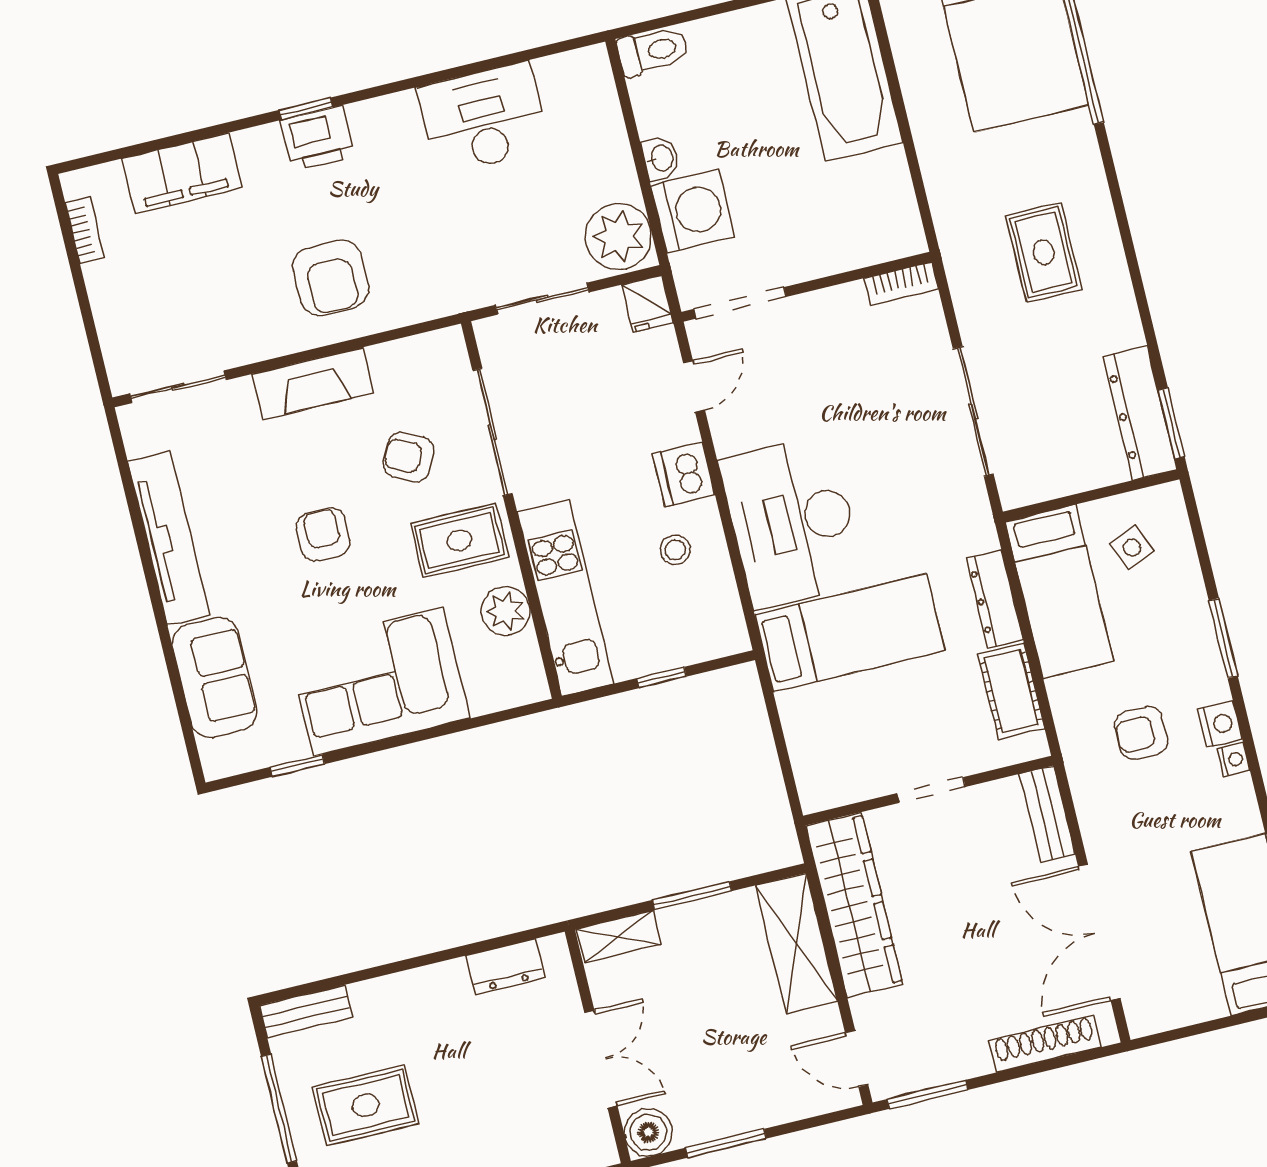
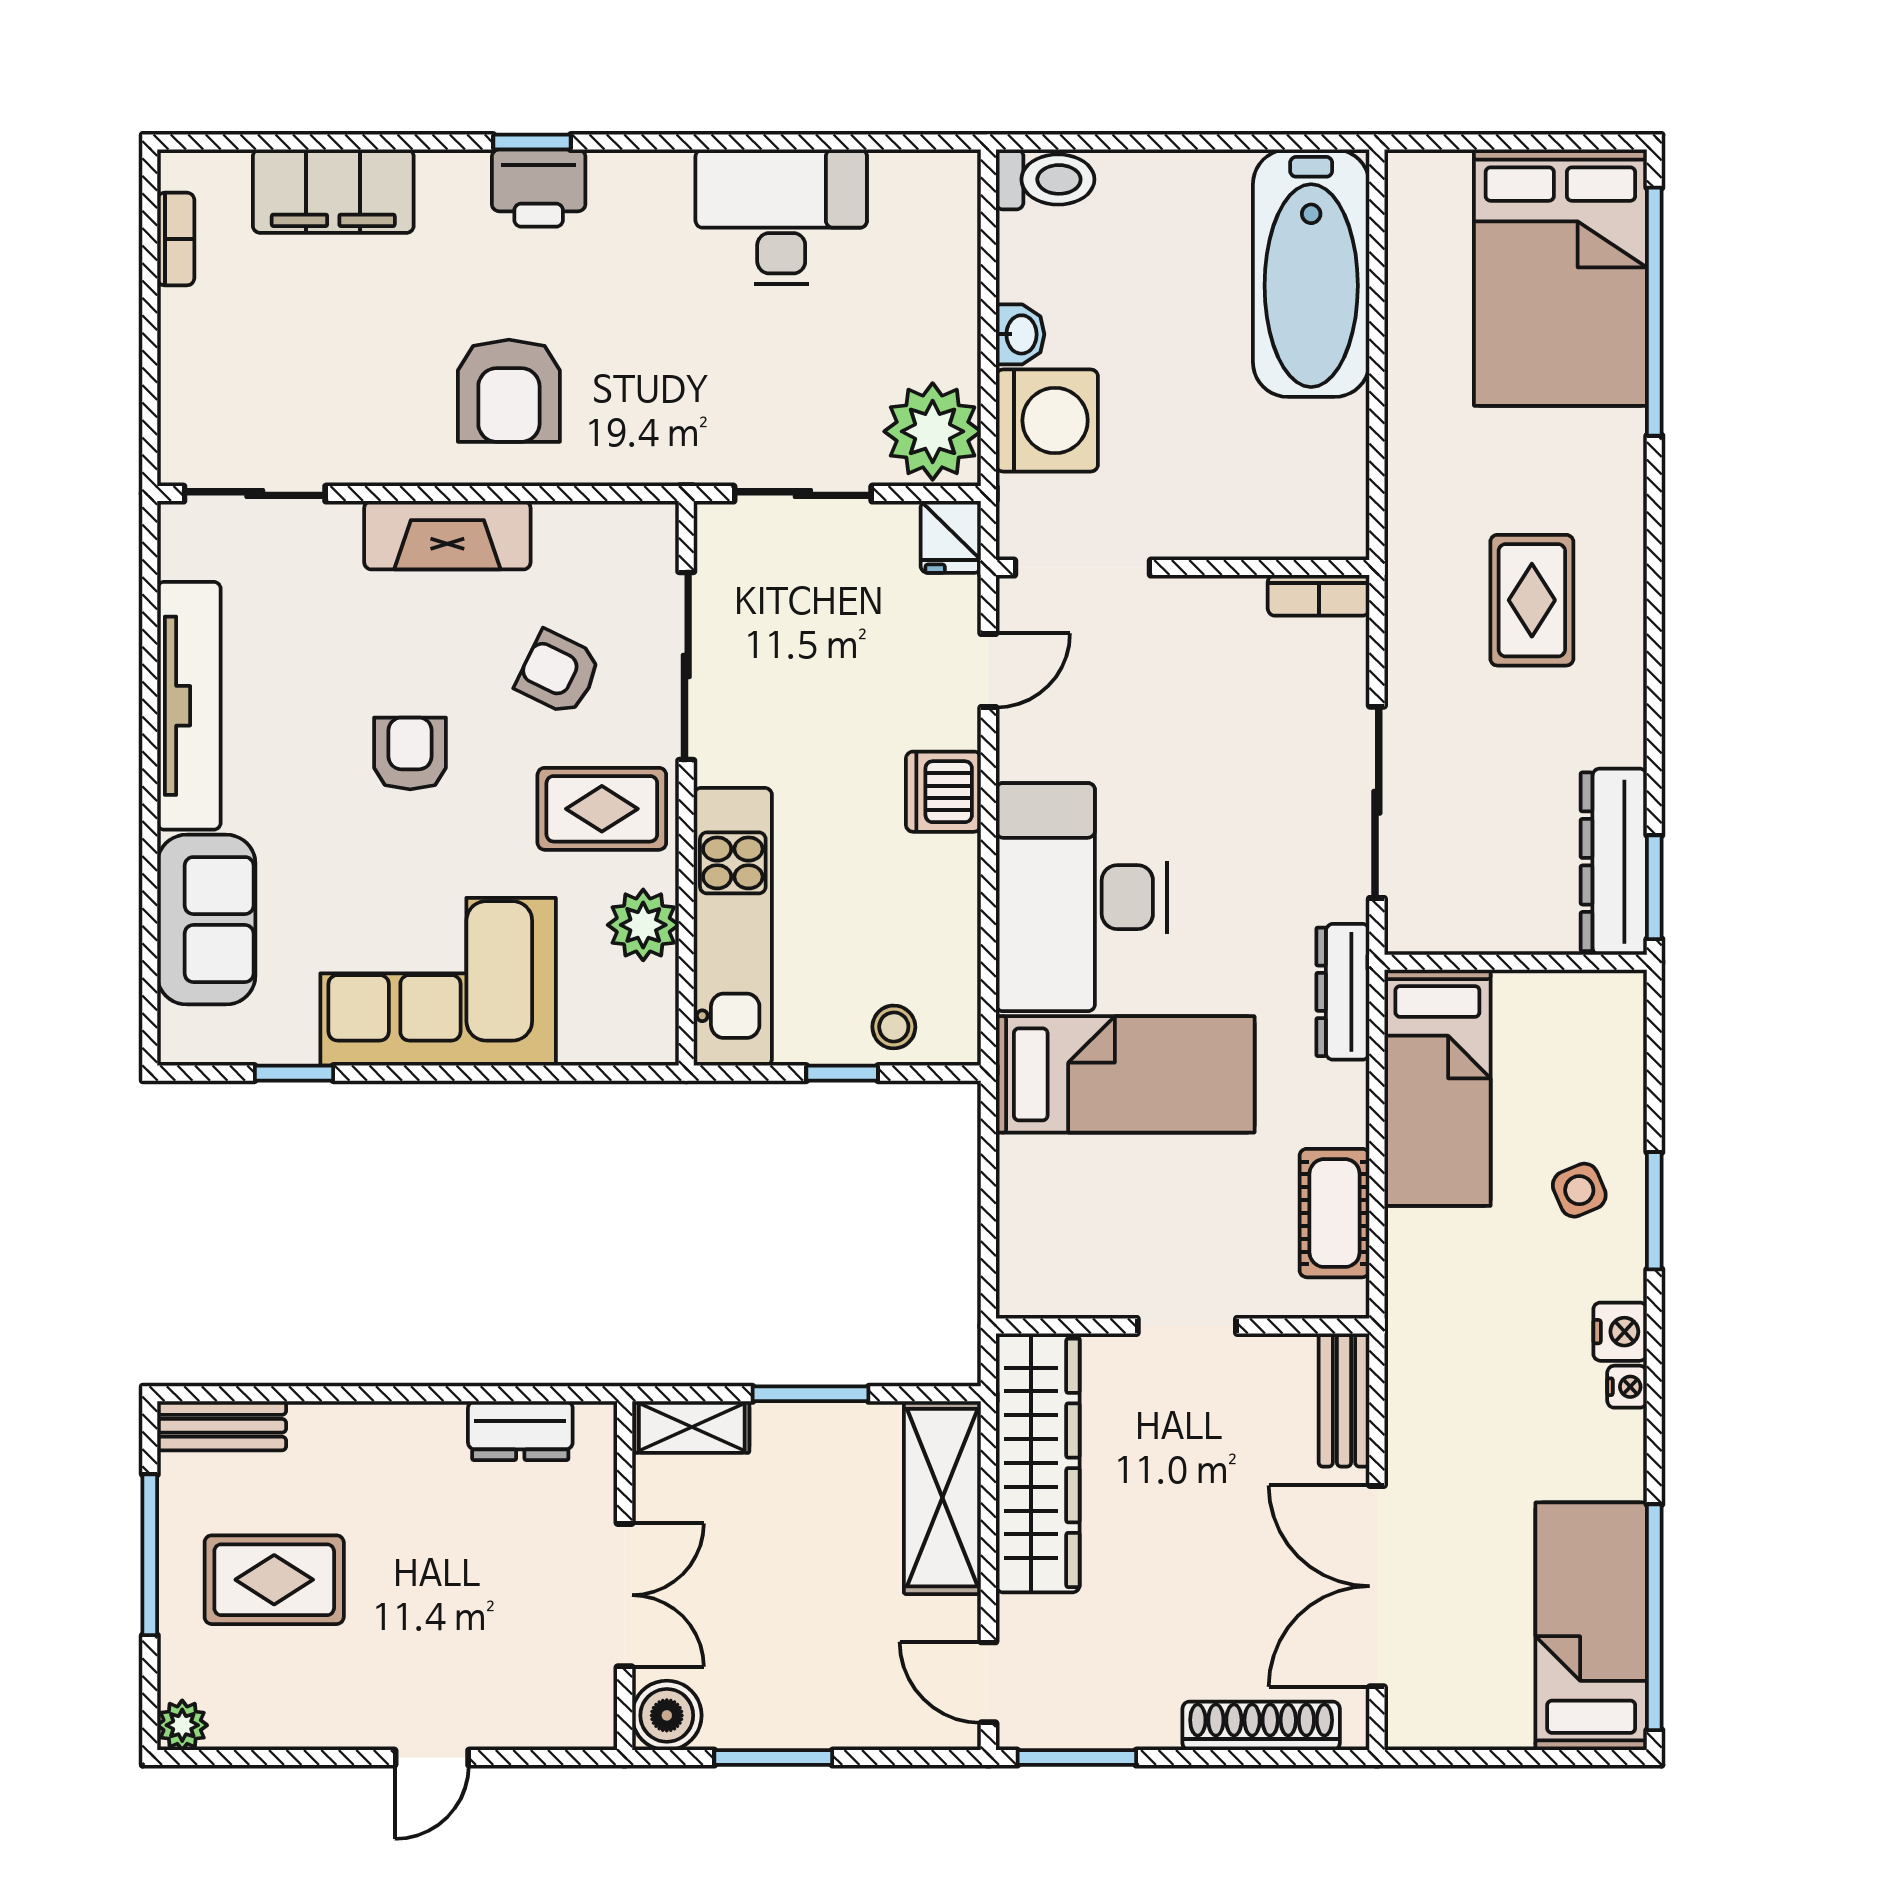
side table: (1132, 547) -> (1579, 1190), moved
stool: (675, 550) -> (894, 1027), moved
dresser: (995, 599) -> (1343, 992), moved
armchair: (1141, 733) -> (1505, 1317), removed

